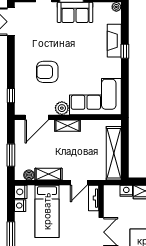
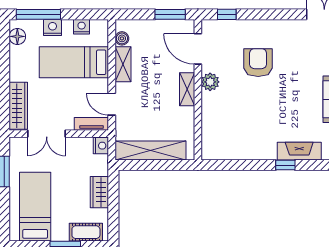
corner sofa: (95, 97) -> (225, 126), removed
window: (11, 155) -> (170, 14), moved
nightstand: (126, 191) -> (101, 146), moved
nightstand: (21, 192) -> (53, 28), moved

